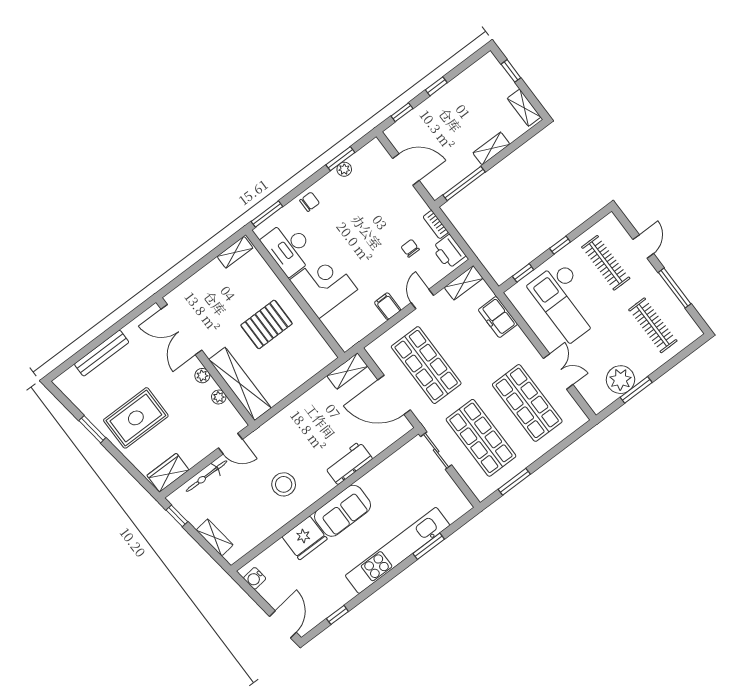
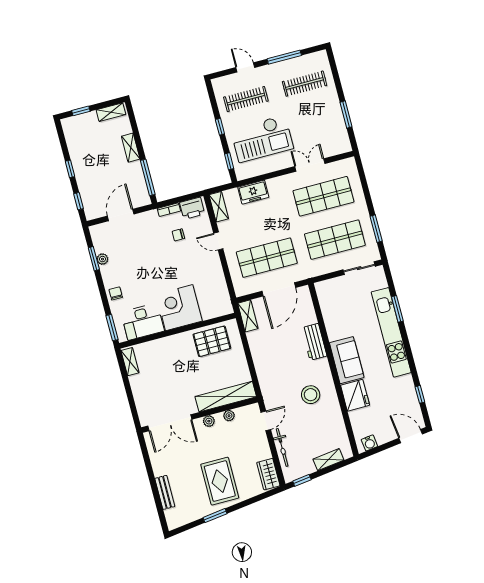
filing cabinet: (388, 306) -> (213, 268), removed
pallet: (267, 324) -> (212, 341), moved, turned 90
bench: (102, 353) -> (165, 492), width x0.73
plant: (620, 380) -> (334, 123), removed
sliding door: (436, 451) -> (359, 268), moved

